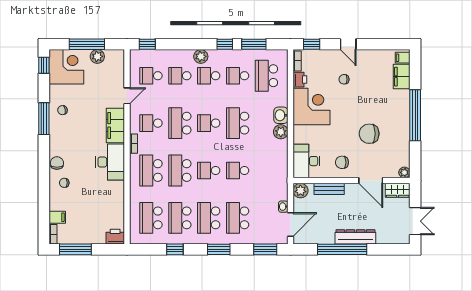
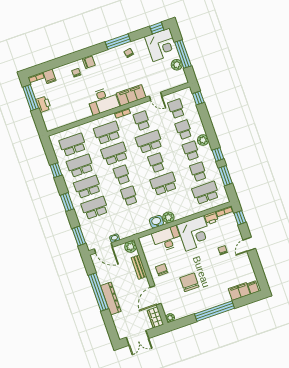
washbasin: (281, 115) -> (156, 222), moved
desk: (306, 161) -> (167, 239), moved
printer: (115, 237) -> (43, 104), moved

